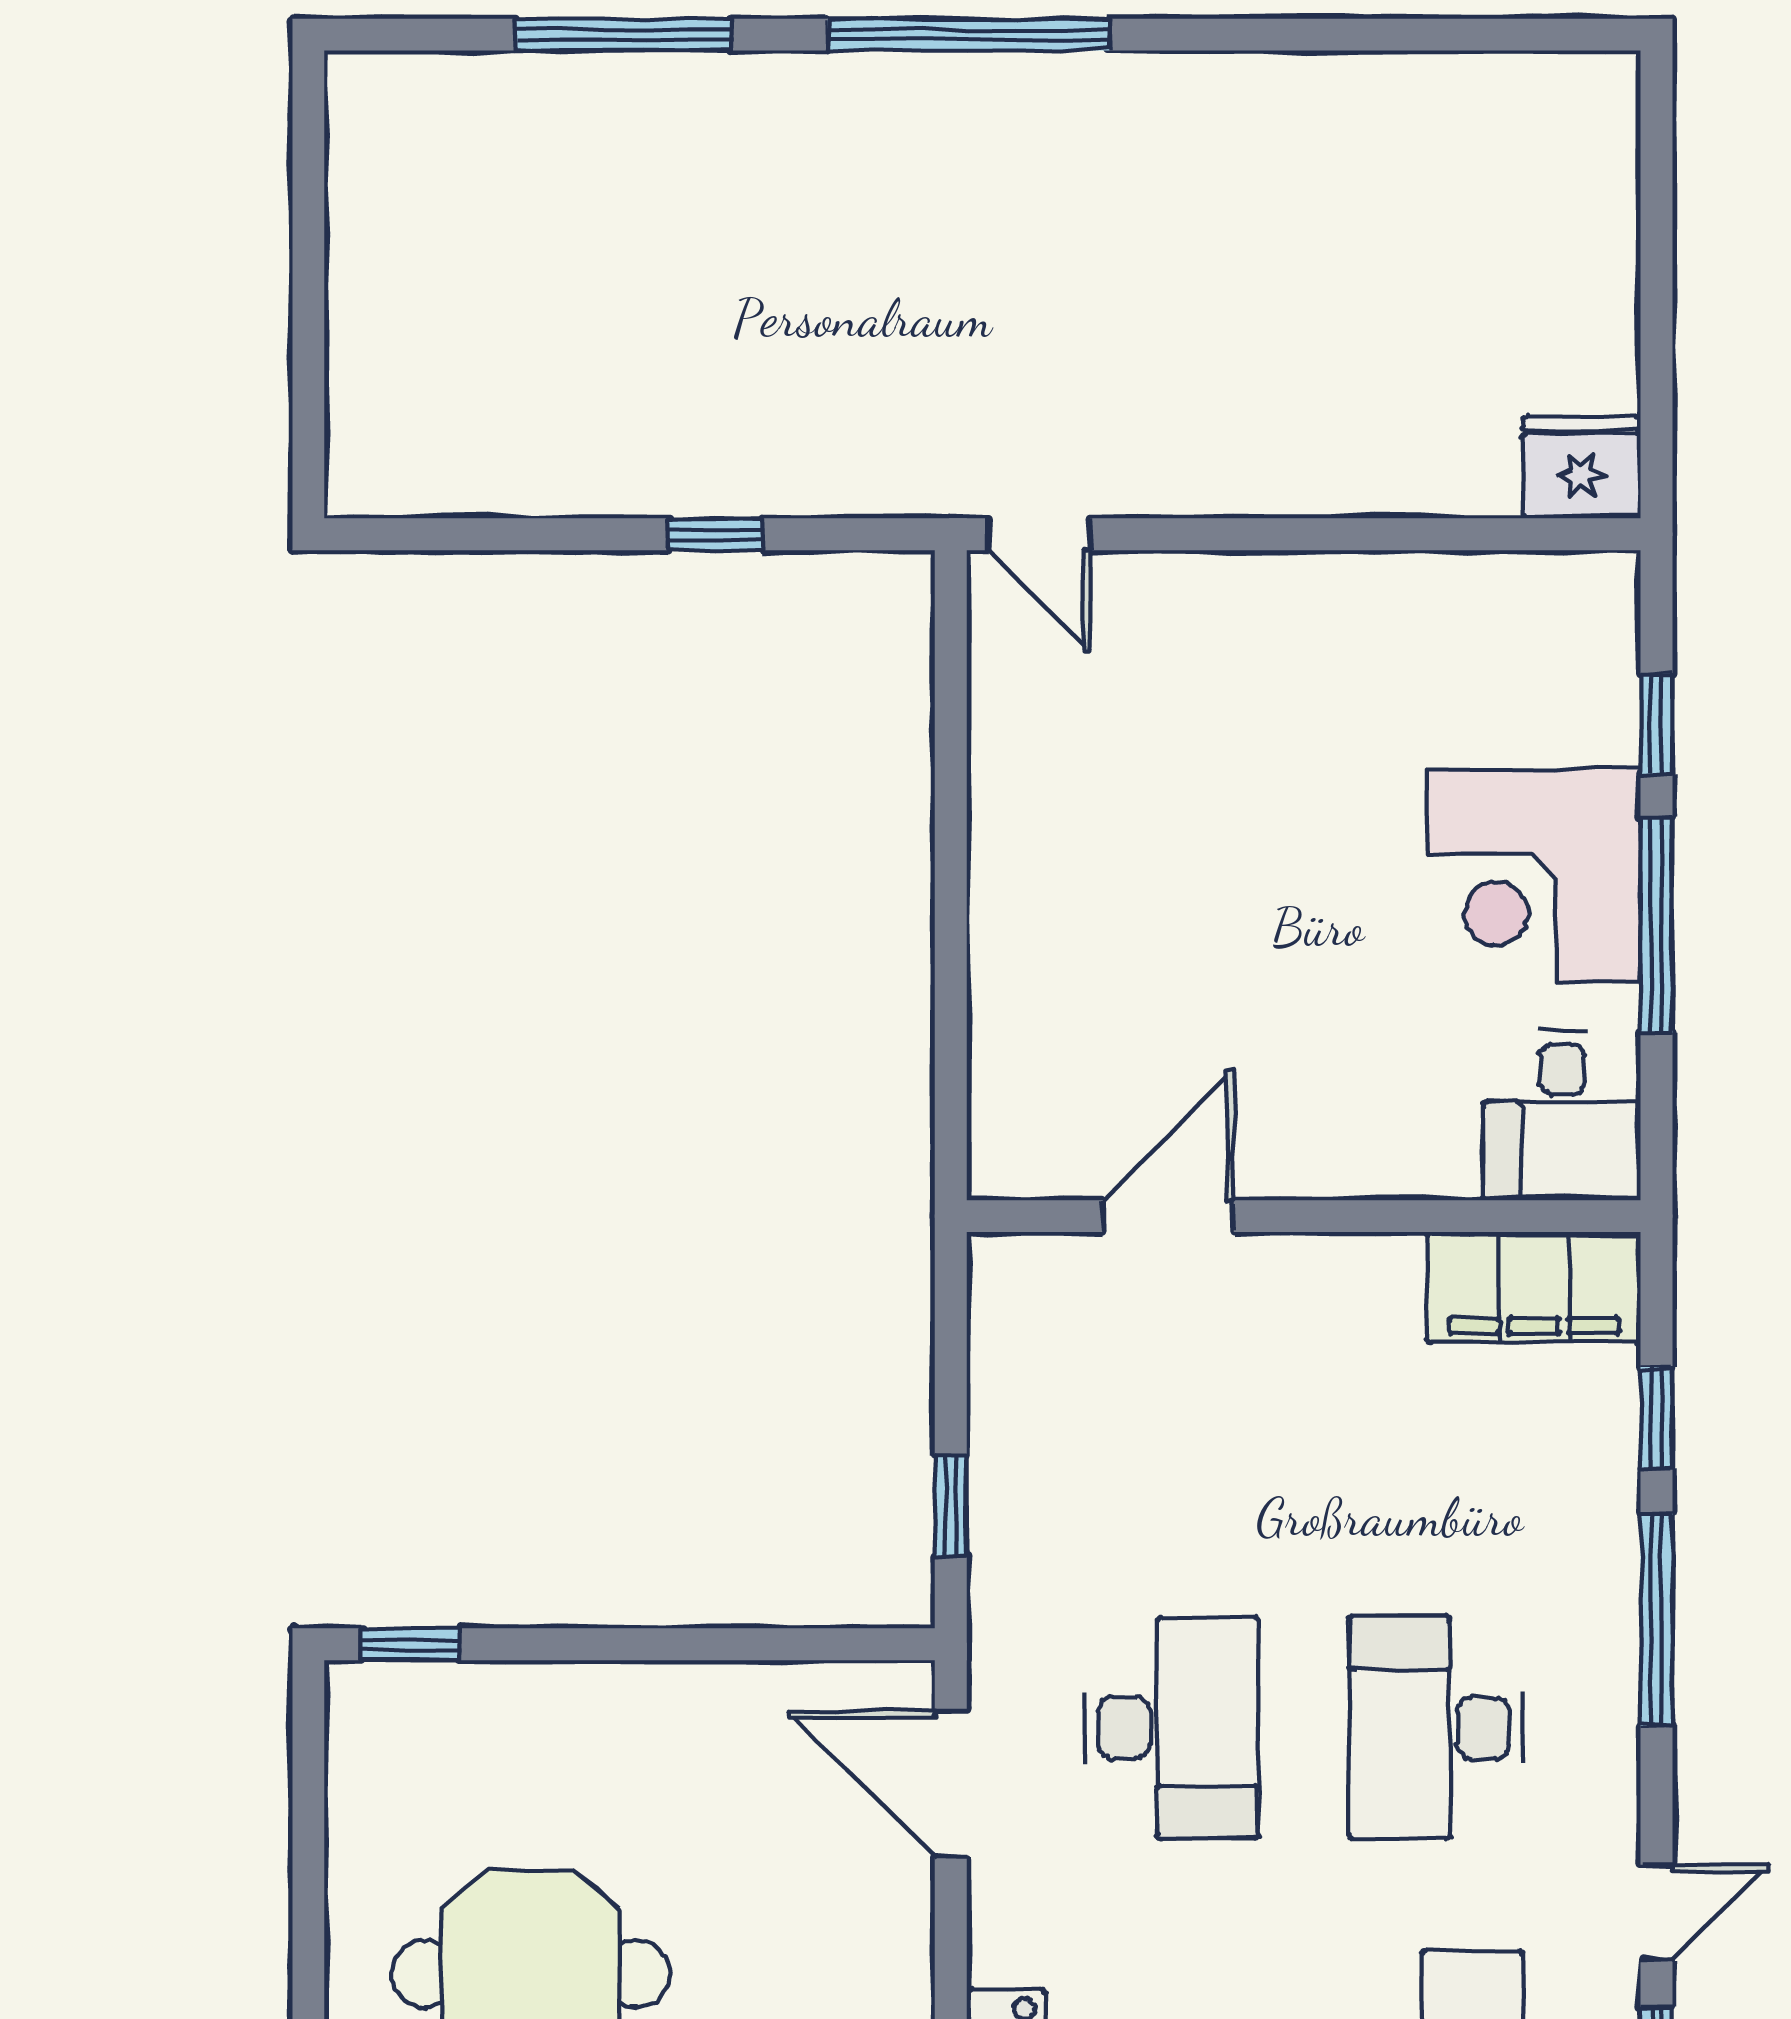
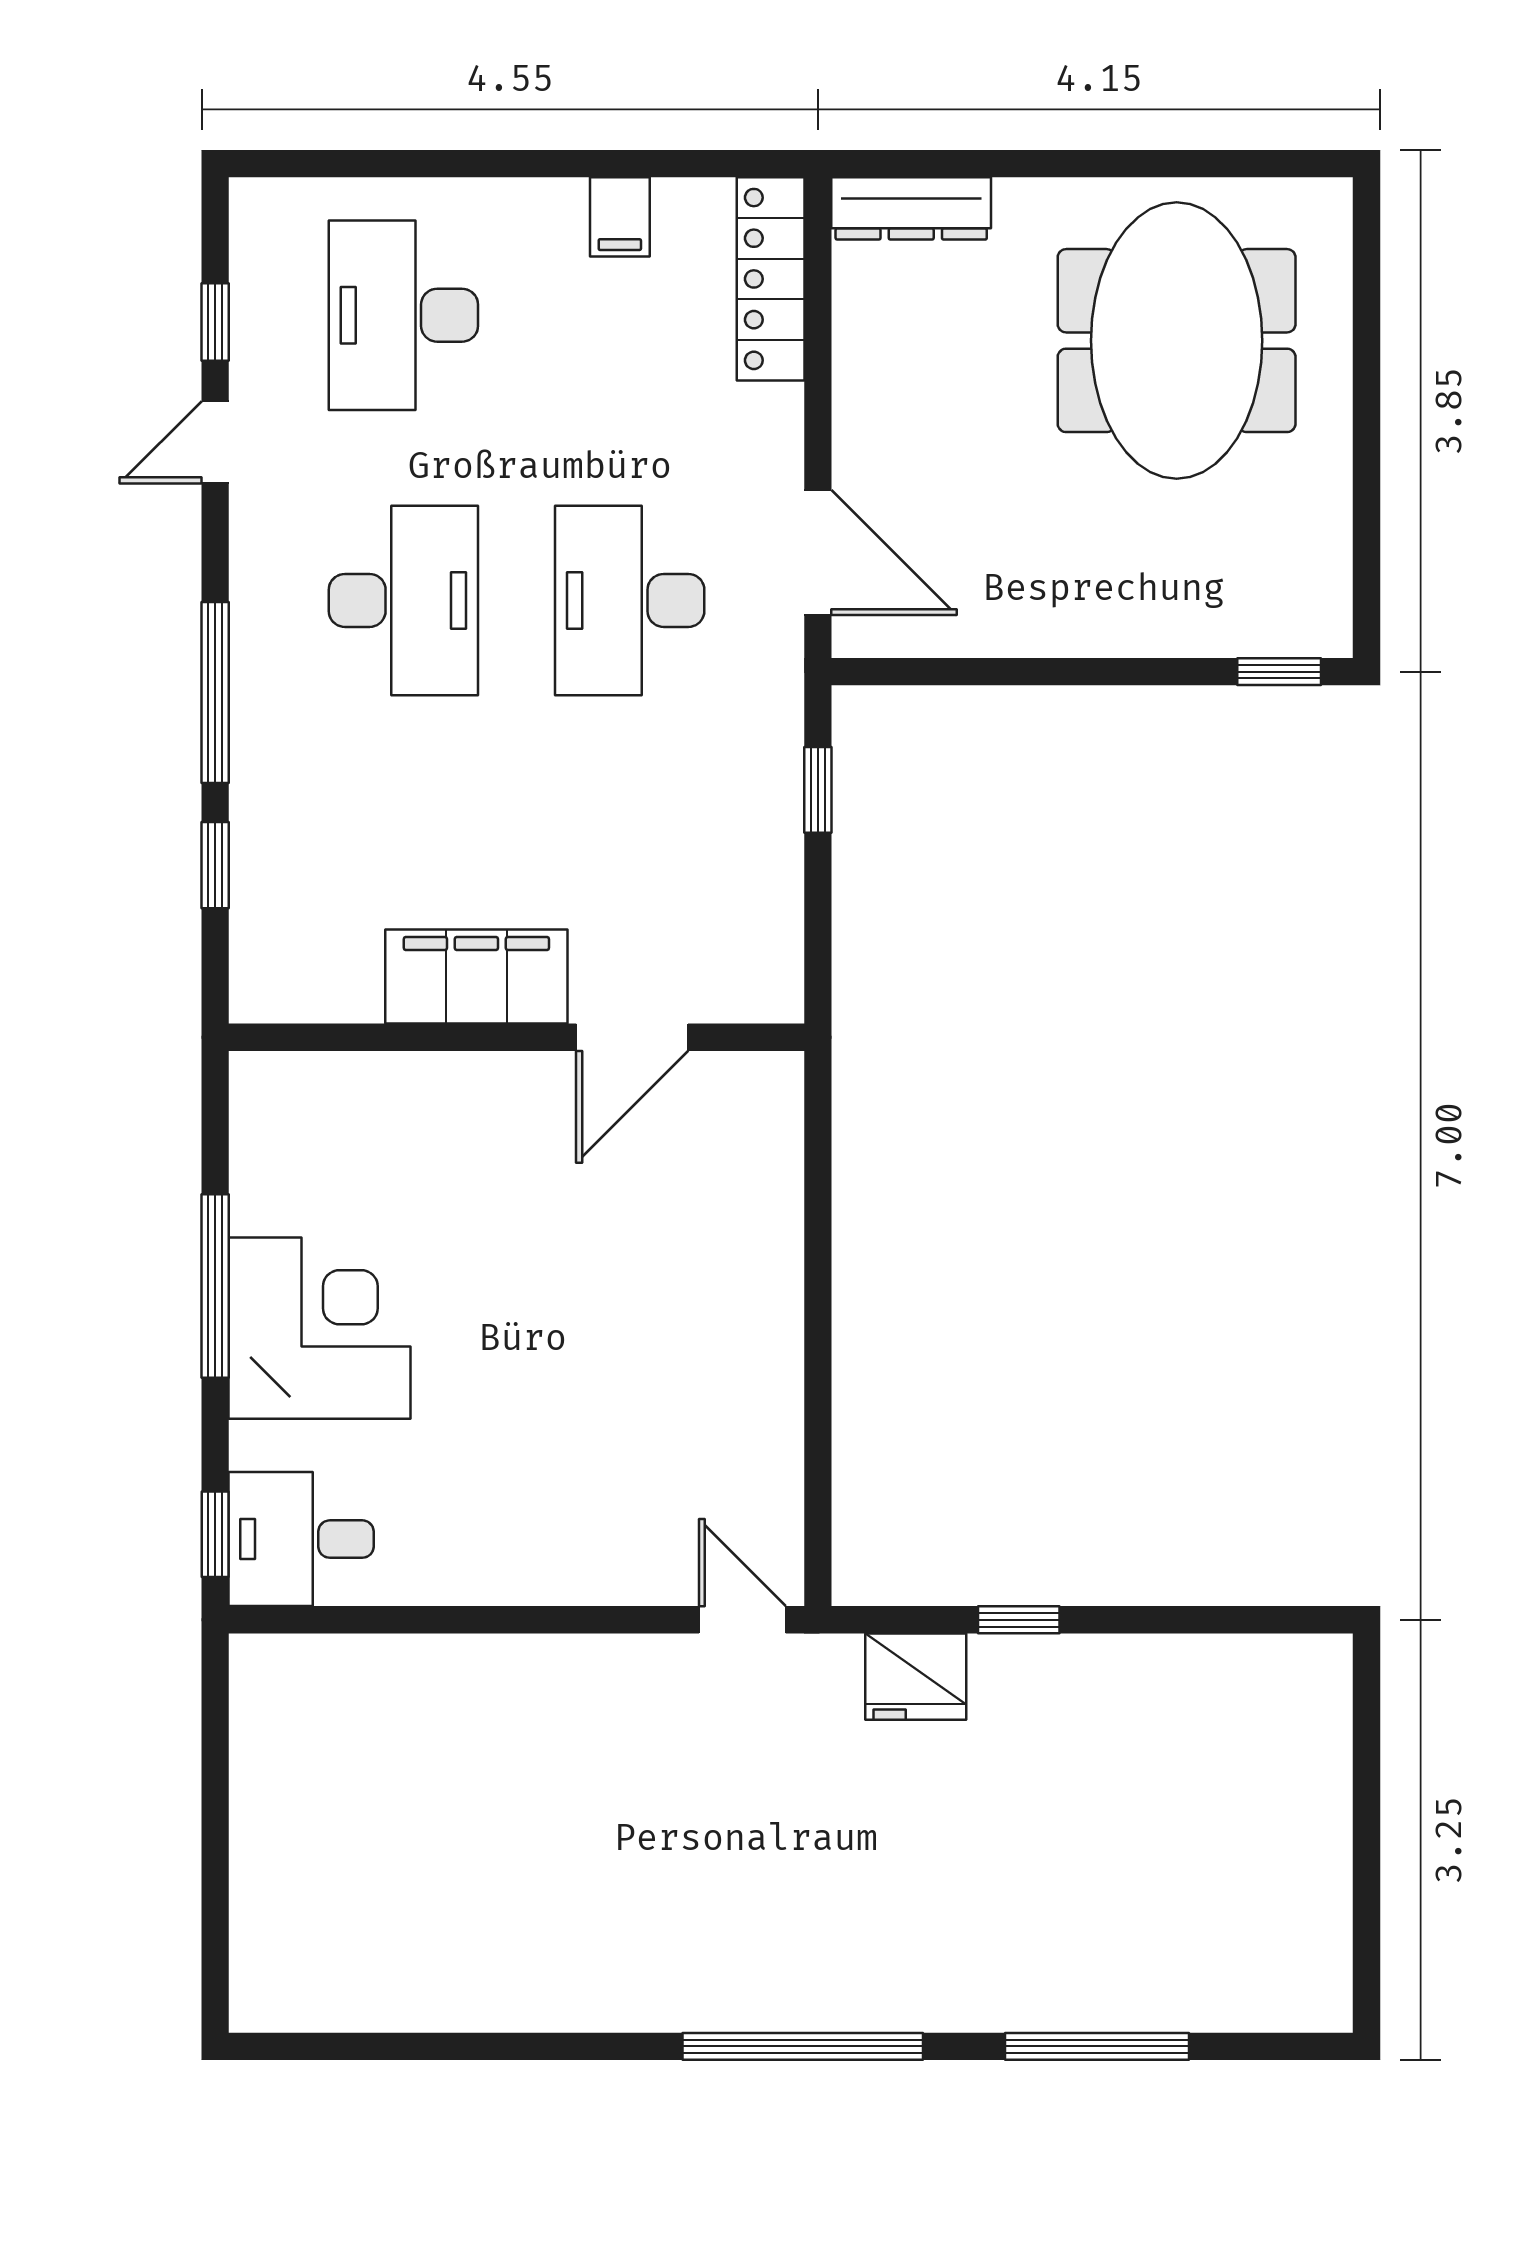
fridge: (1582, 468) -> (916, 1677), moved
window: (1656, 724) -> (215, 1534), moved
desk: (1562, 1115) -> (301, 1539), moved, turned -90
filing cabinet: (1534, 1287) -> (476, 977), moved

